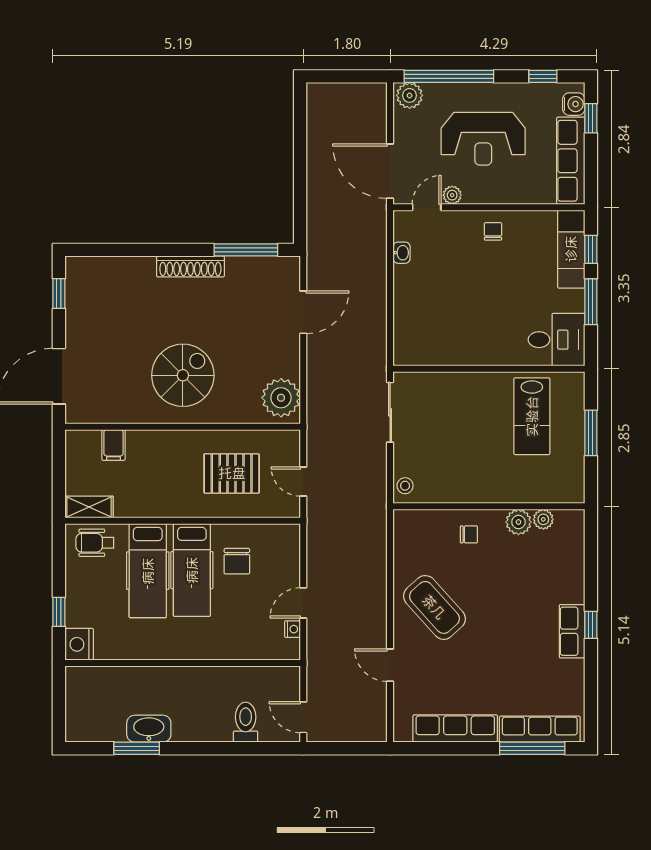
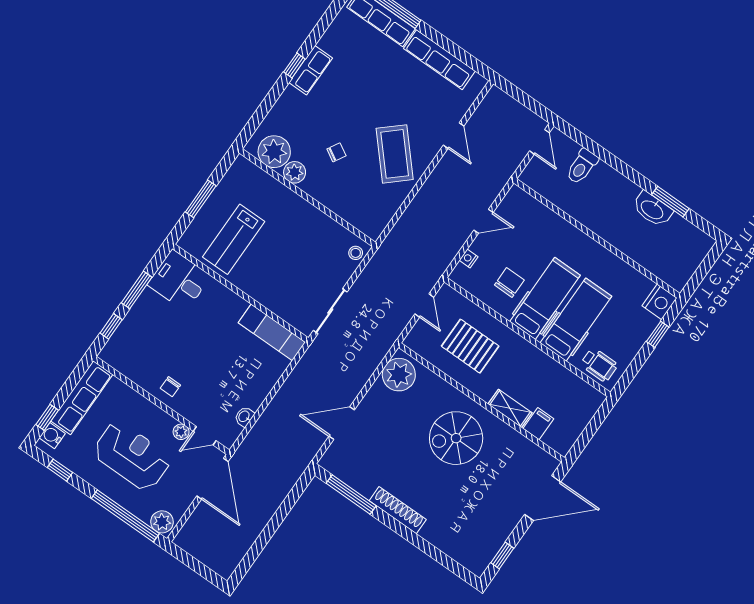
exam couch: (571, 249) -> (272, 332), moved, turned 90
lab bench: (532, 416) -> (234, 239), turned 180
shelving: (89, 507) -> (510, 408), moved
plant: (543, 519) -> (274, 152), width x1.88, depth x1.88
chair: (469, 534) -> (336, 152), moved, turned 120
nightstand: (292, 629) -> (469, 259), moved

